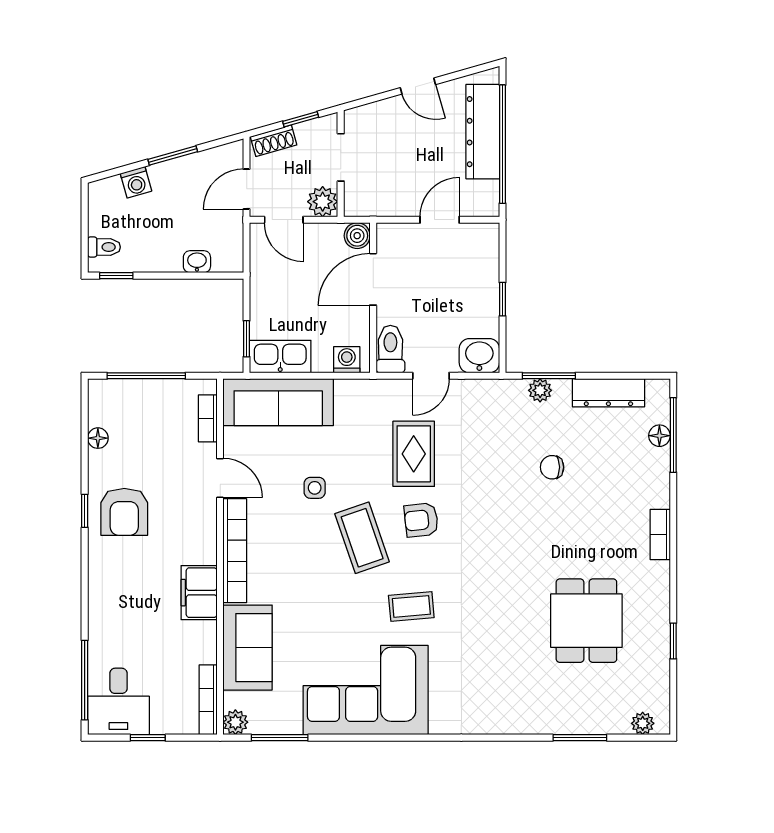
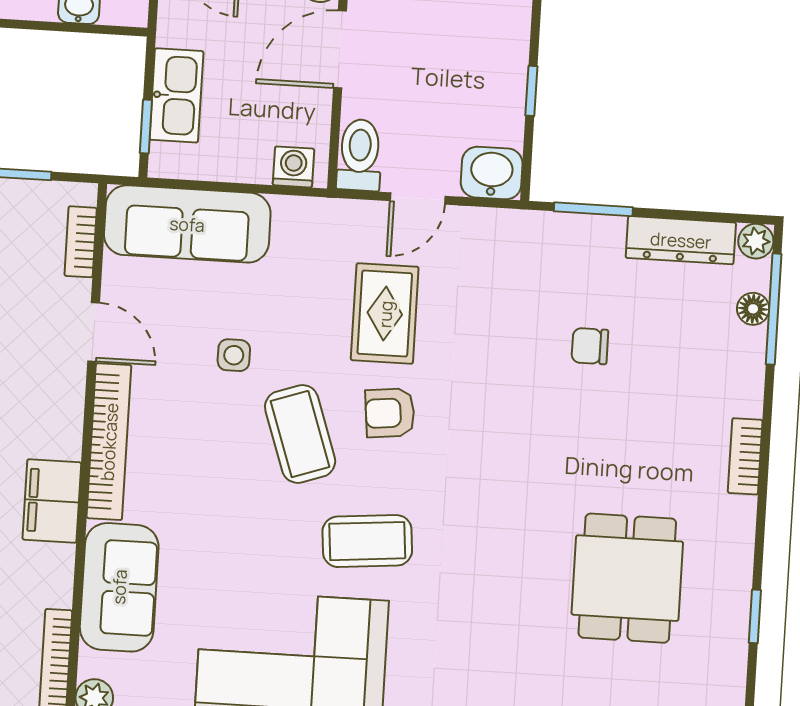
kitchen sink: (280, 357) -> (176, 95), moved, turned 90
plant: (540, 390) -> (756, 241), moved
coffee table: (411, 606) -> (367, 541), width x1.36, depth x1.30

